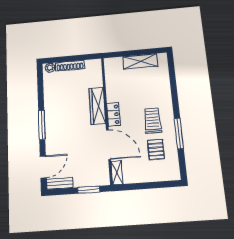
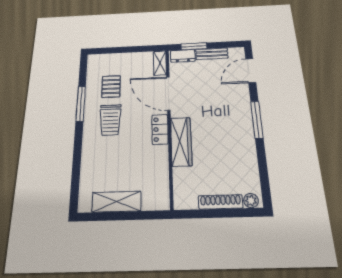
dresser: (98, 180) -> (183, 56), added
bench: (60, 183) -> (212, 54), moved

